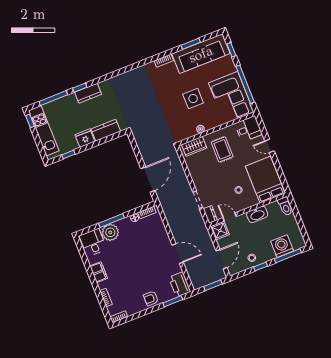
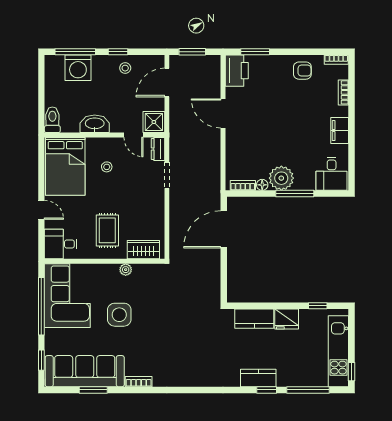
plant: (110, 232) -> (281, 178), moved
armchair: (151, 298) -> (302, 71), moved

